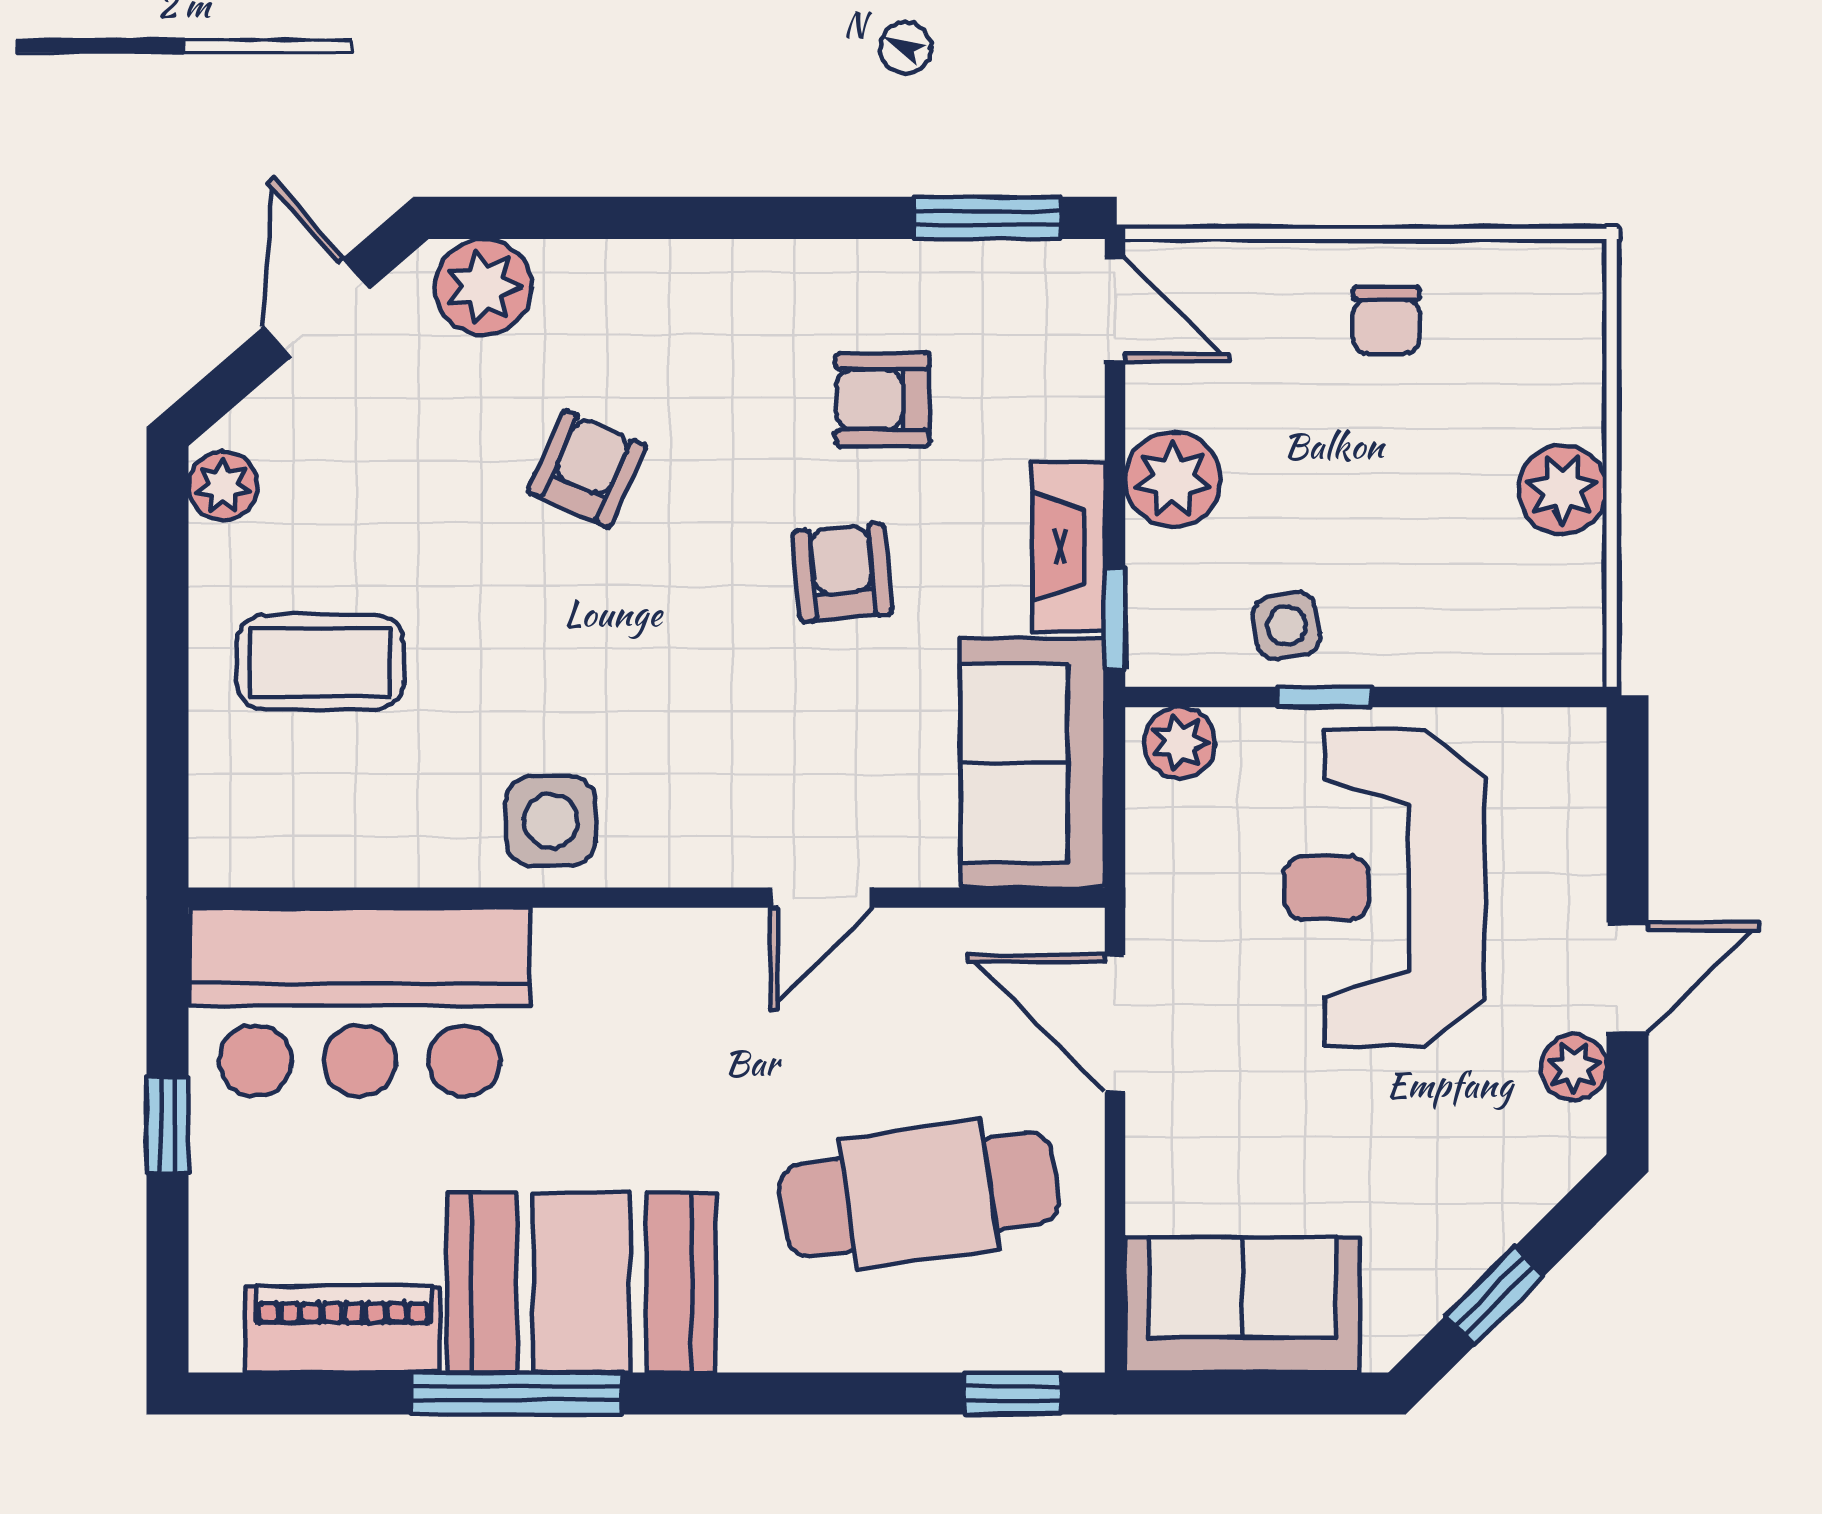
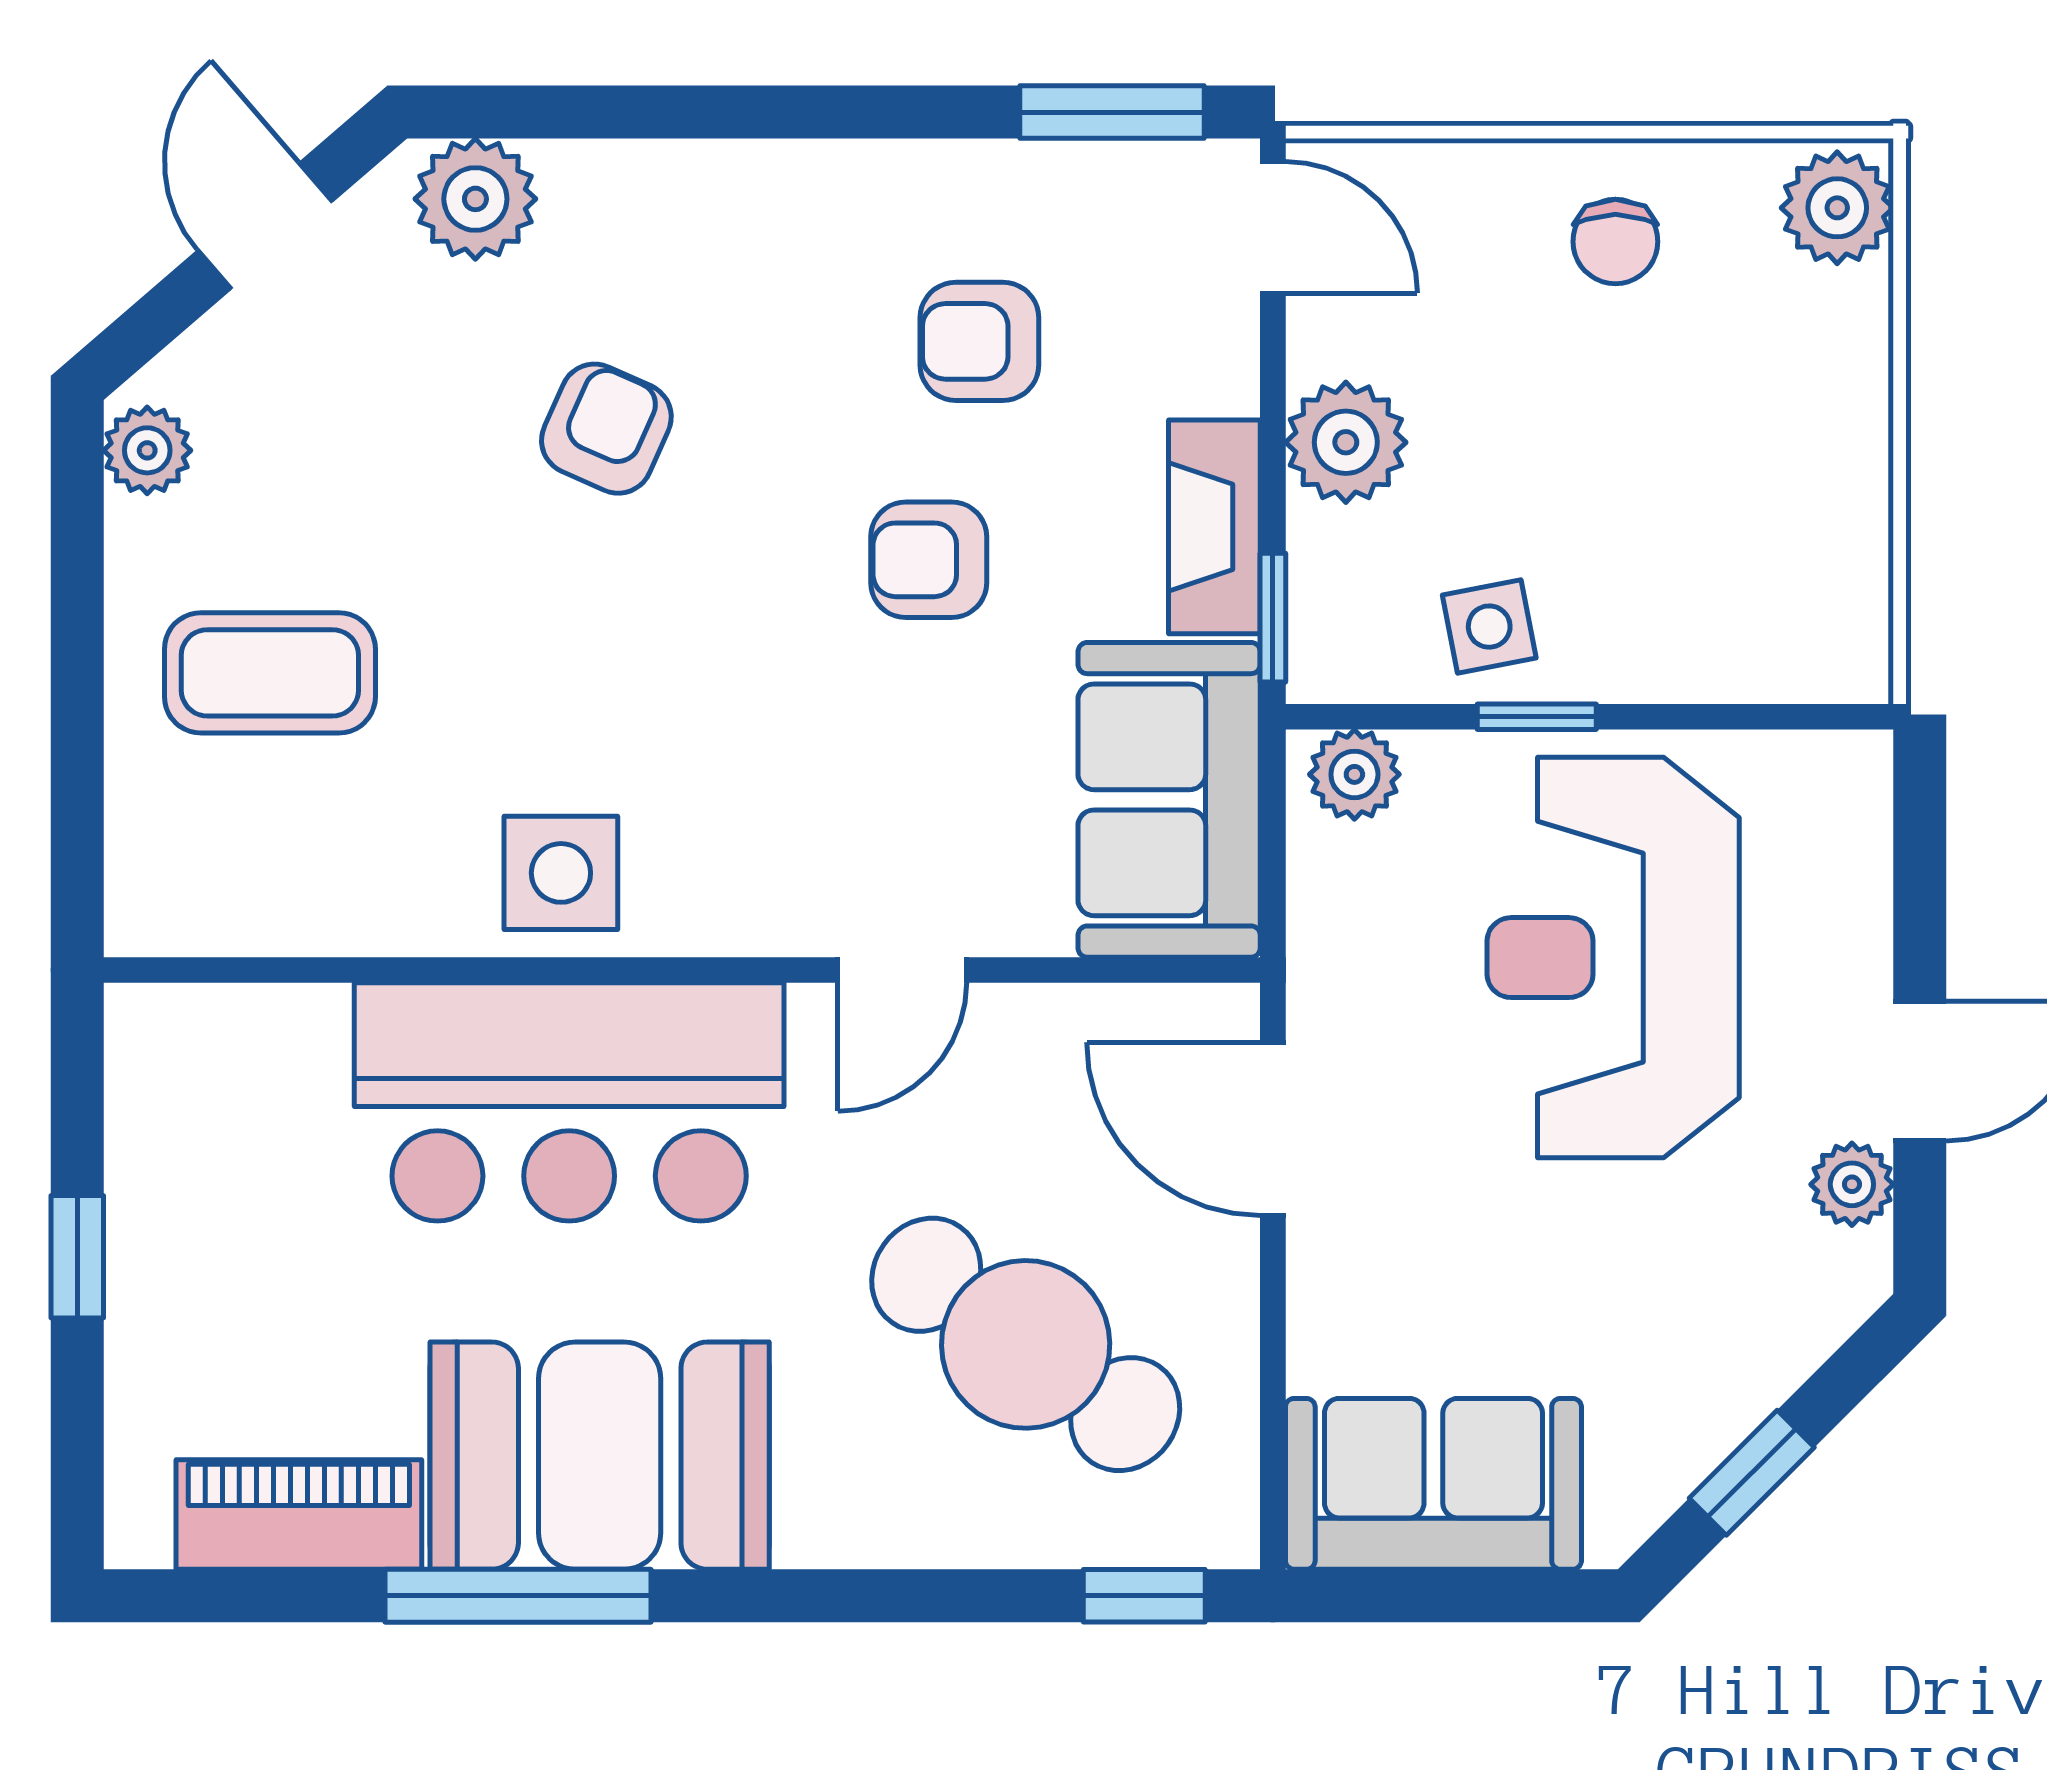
plant: (1562, 490) -> (1837, 208), moved
armchair: (842, 573) -> (929, 560), turned -85
bar counter: (360, 1002) -> (569, 1102), moved
cafe table: (919, 1194) -> (1026, 1344), turned 43

